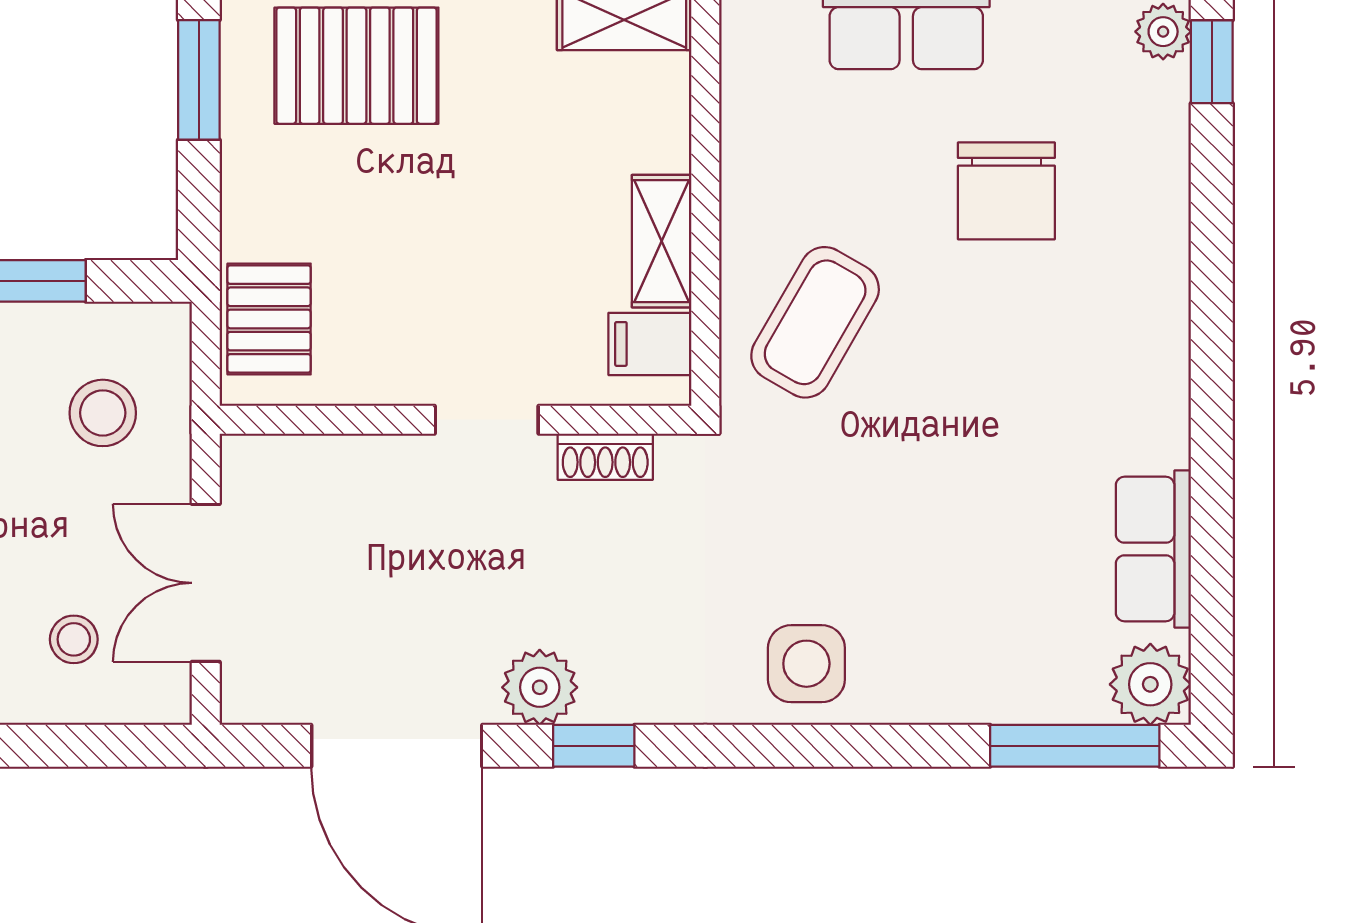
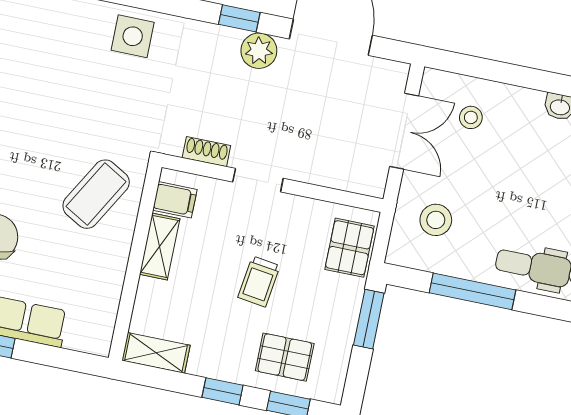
pallet: (356, 66) -> (285, 357), width x0.67, depth x0.71
window: (199, 80) -> (369, 319), moved
trolley: (442, 211) -> (259, 281), added

